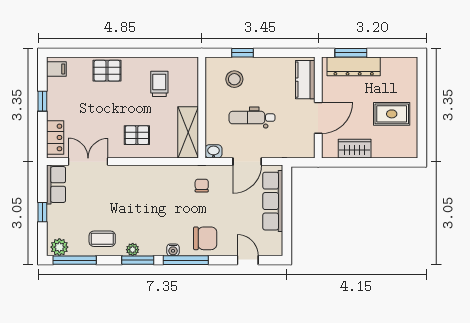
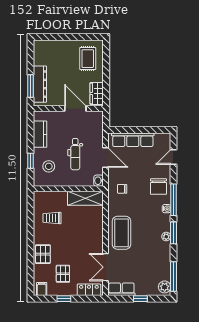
kitchen counter: (305, 80) -> (40, 134), moved, turned -90
rug: (392, 114) -> (88, 59), moved
pallet: (137, 135) -> (63, 274), moved
wardrobe: (355, 149) -> (97, 93), moved
chair: (205, 238) -> (158, 186), turned 180
coffee table: (102, 239) -> (121, 233), moved, width x1.86, depth x1.72

